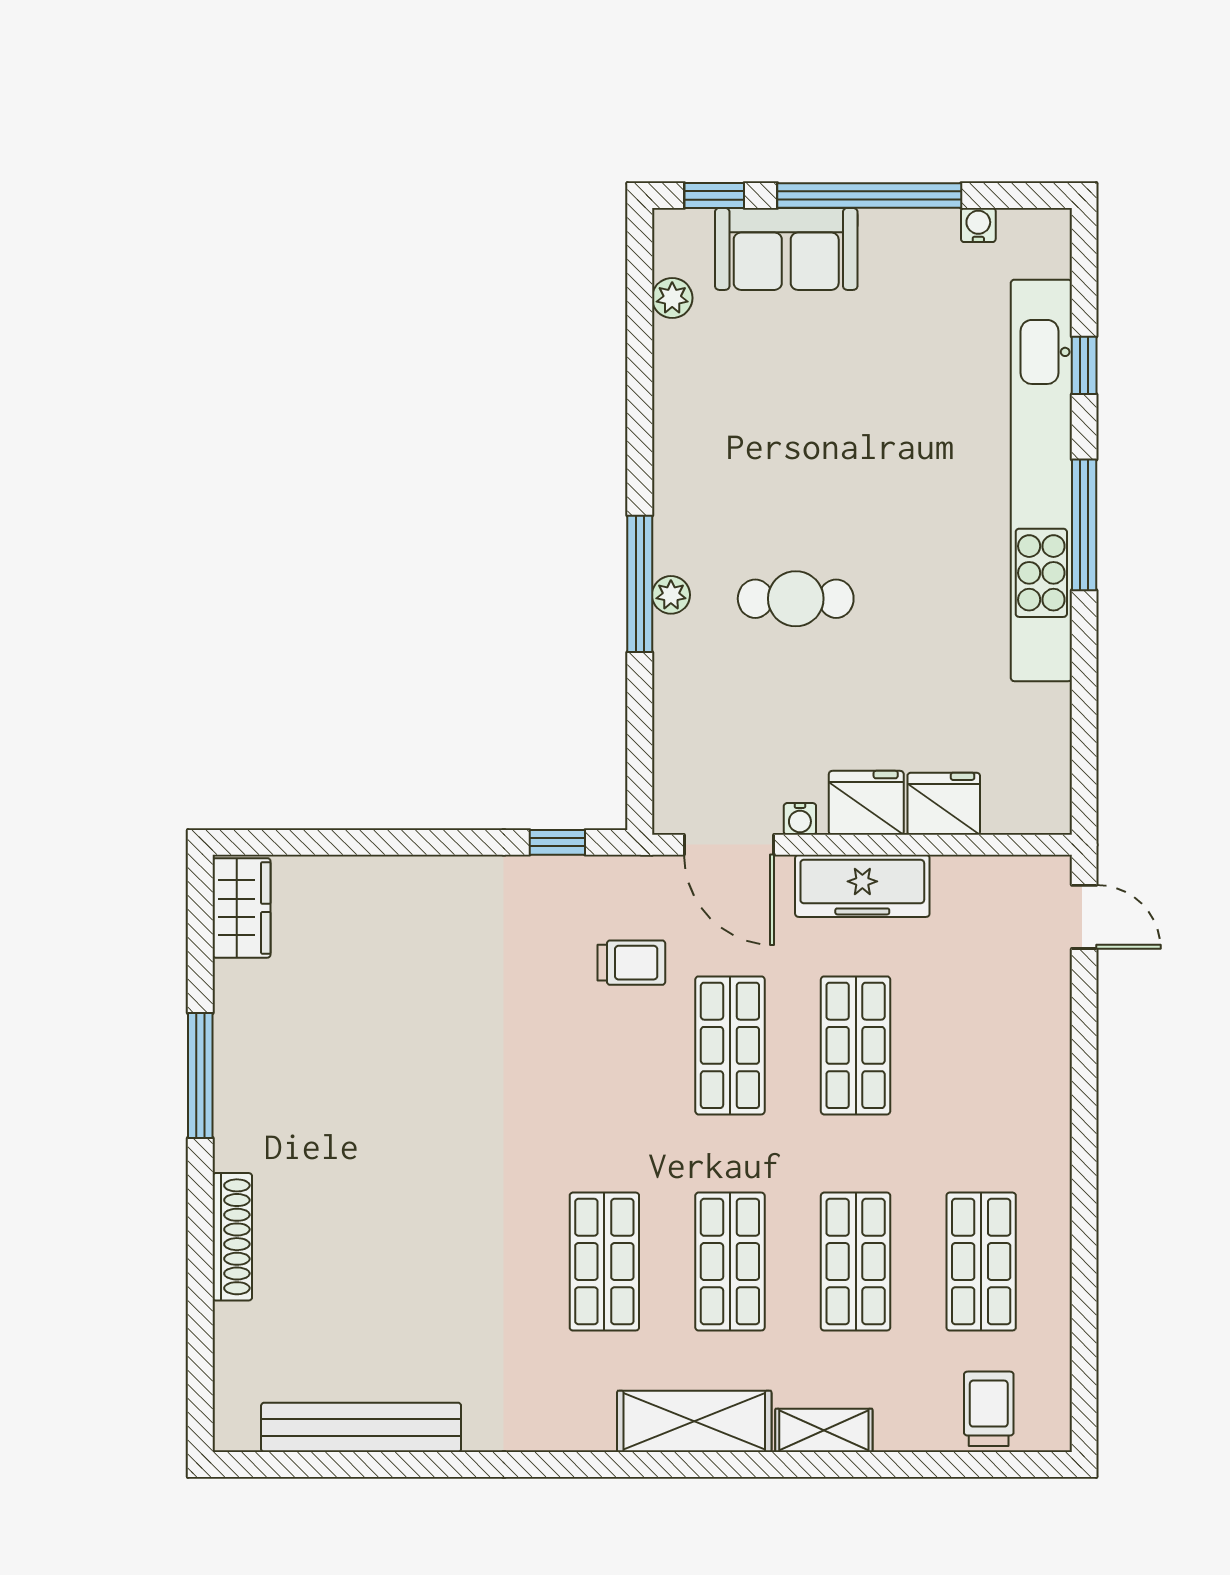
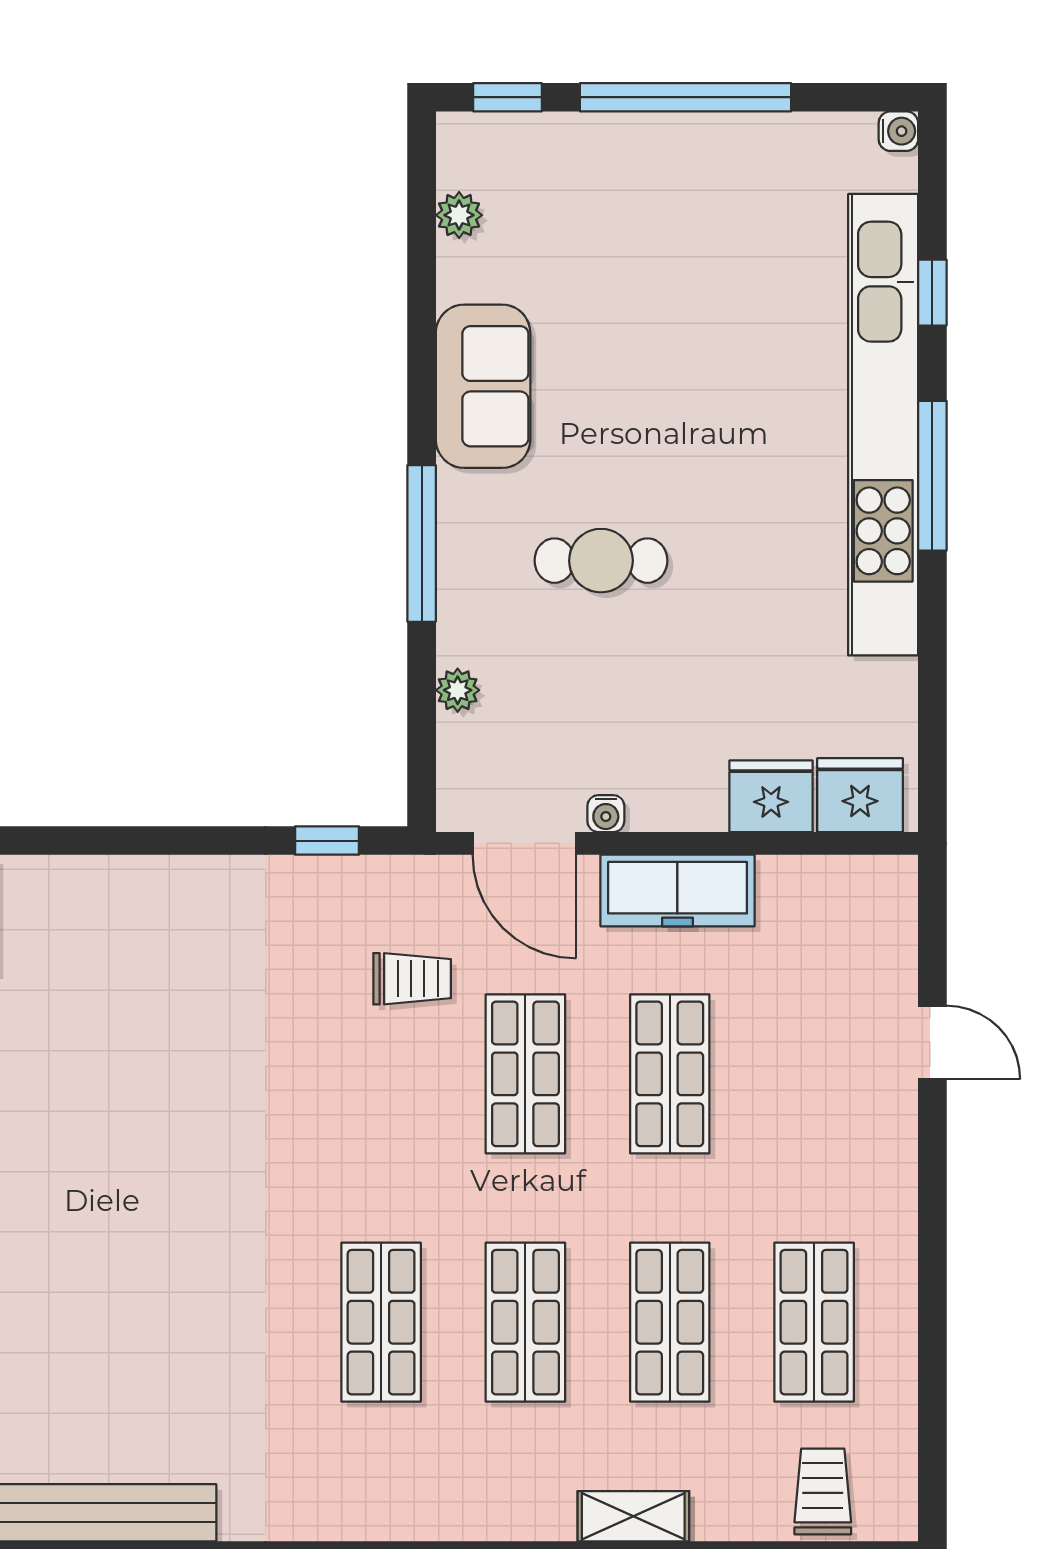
water cooler: (978, 225) -> (898, 131), moved, turned 90
sofa: (786, 249) -> (483, 386), moved, turned -90
plant: (671, 595) -> (458, 690), moved
fridge: (866, 803) -> (860, 795), moved
door: (1084, 917) -> (932, 1043), moved
shelving: (694, 1421) -> (484, 1506), removed

